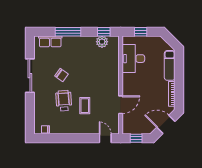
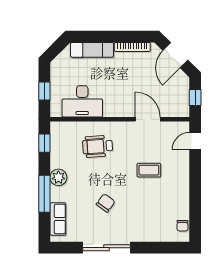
plant: (102, 42) -> (58, 177), moved
wheelchair: (64, 101) -> (98, 146), moved

